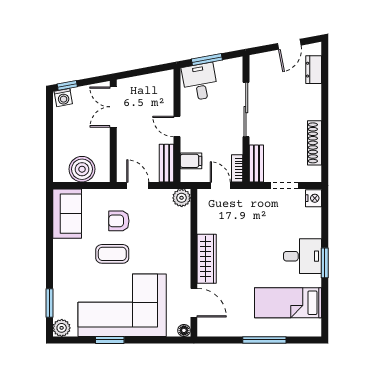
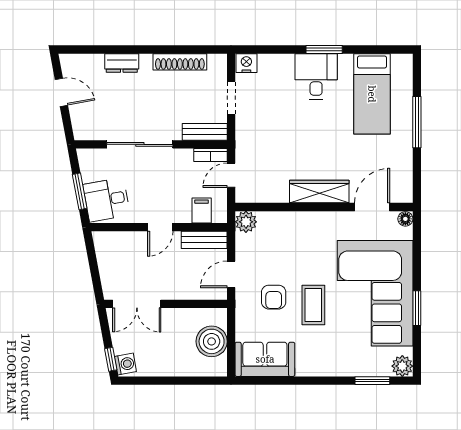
dresser: (314, 70) -> (122, 63), moved

